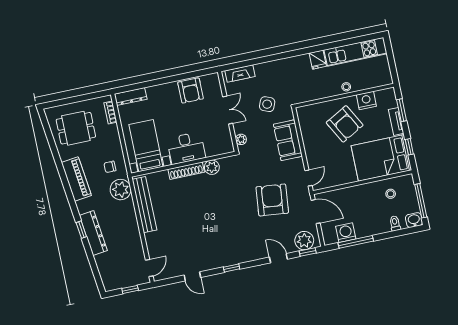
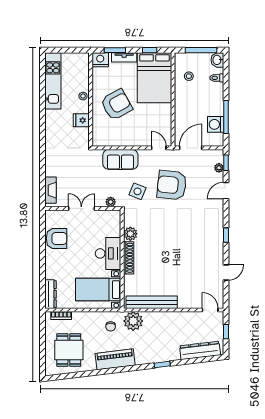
fridge: (318, 60) -> (81, 120), moved, turned 180
nightstand: (366, 101) -> (100, 60), moved, turned 90
side table: (267, 104) -> (137, 191), moved
dresser: (93, 233) -> (200, 350), moved
plant: (304, 241) -> (219, 168), width x0.53, depth x0.53

